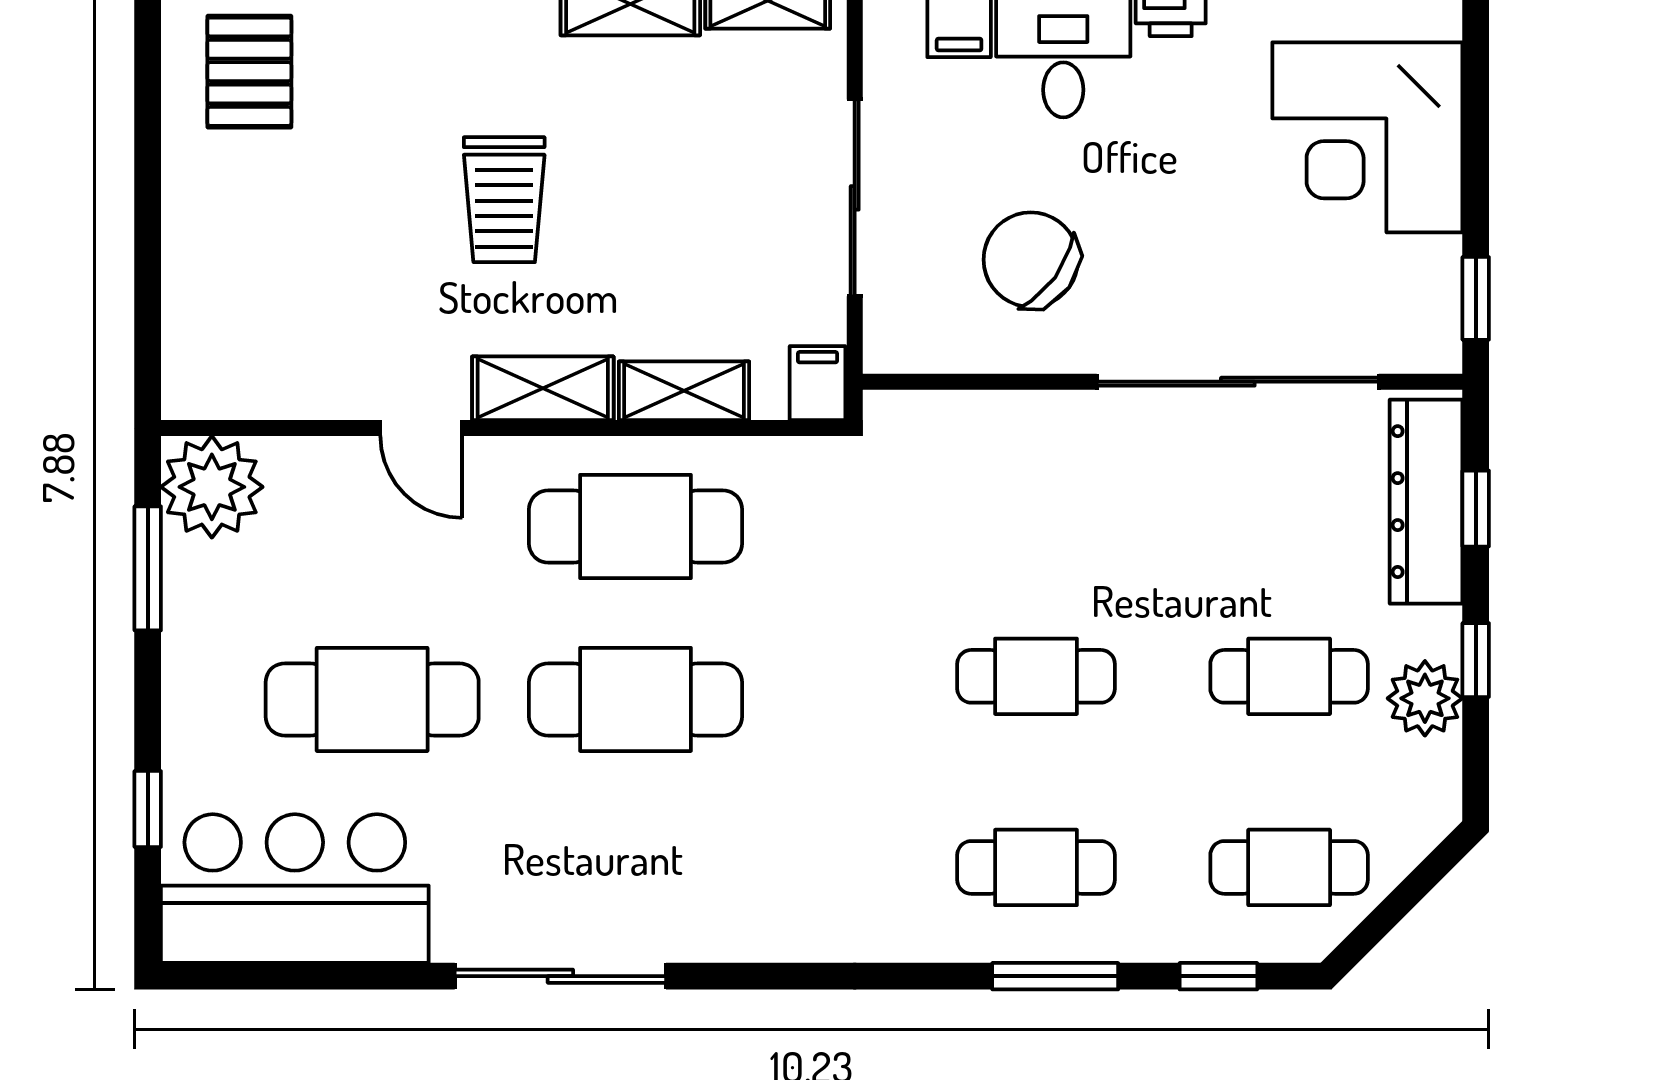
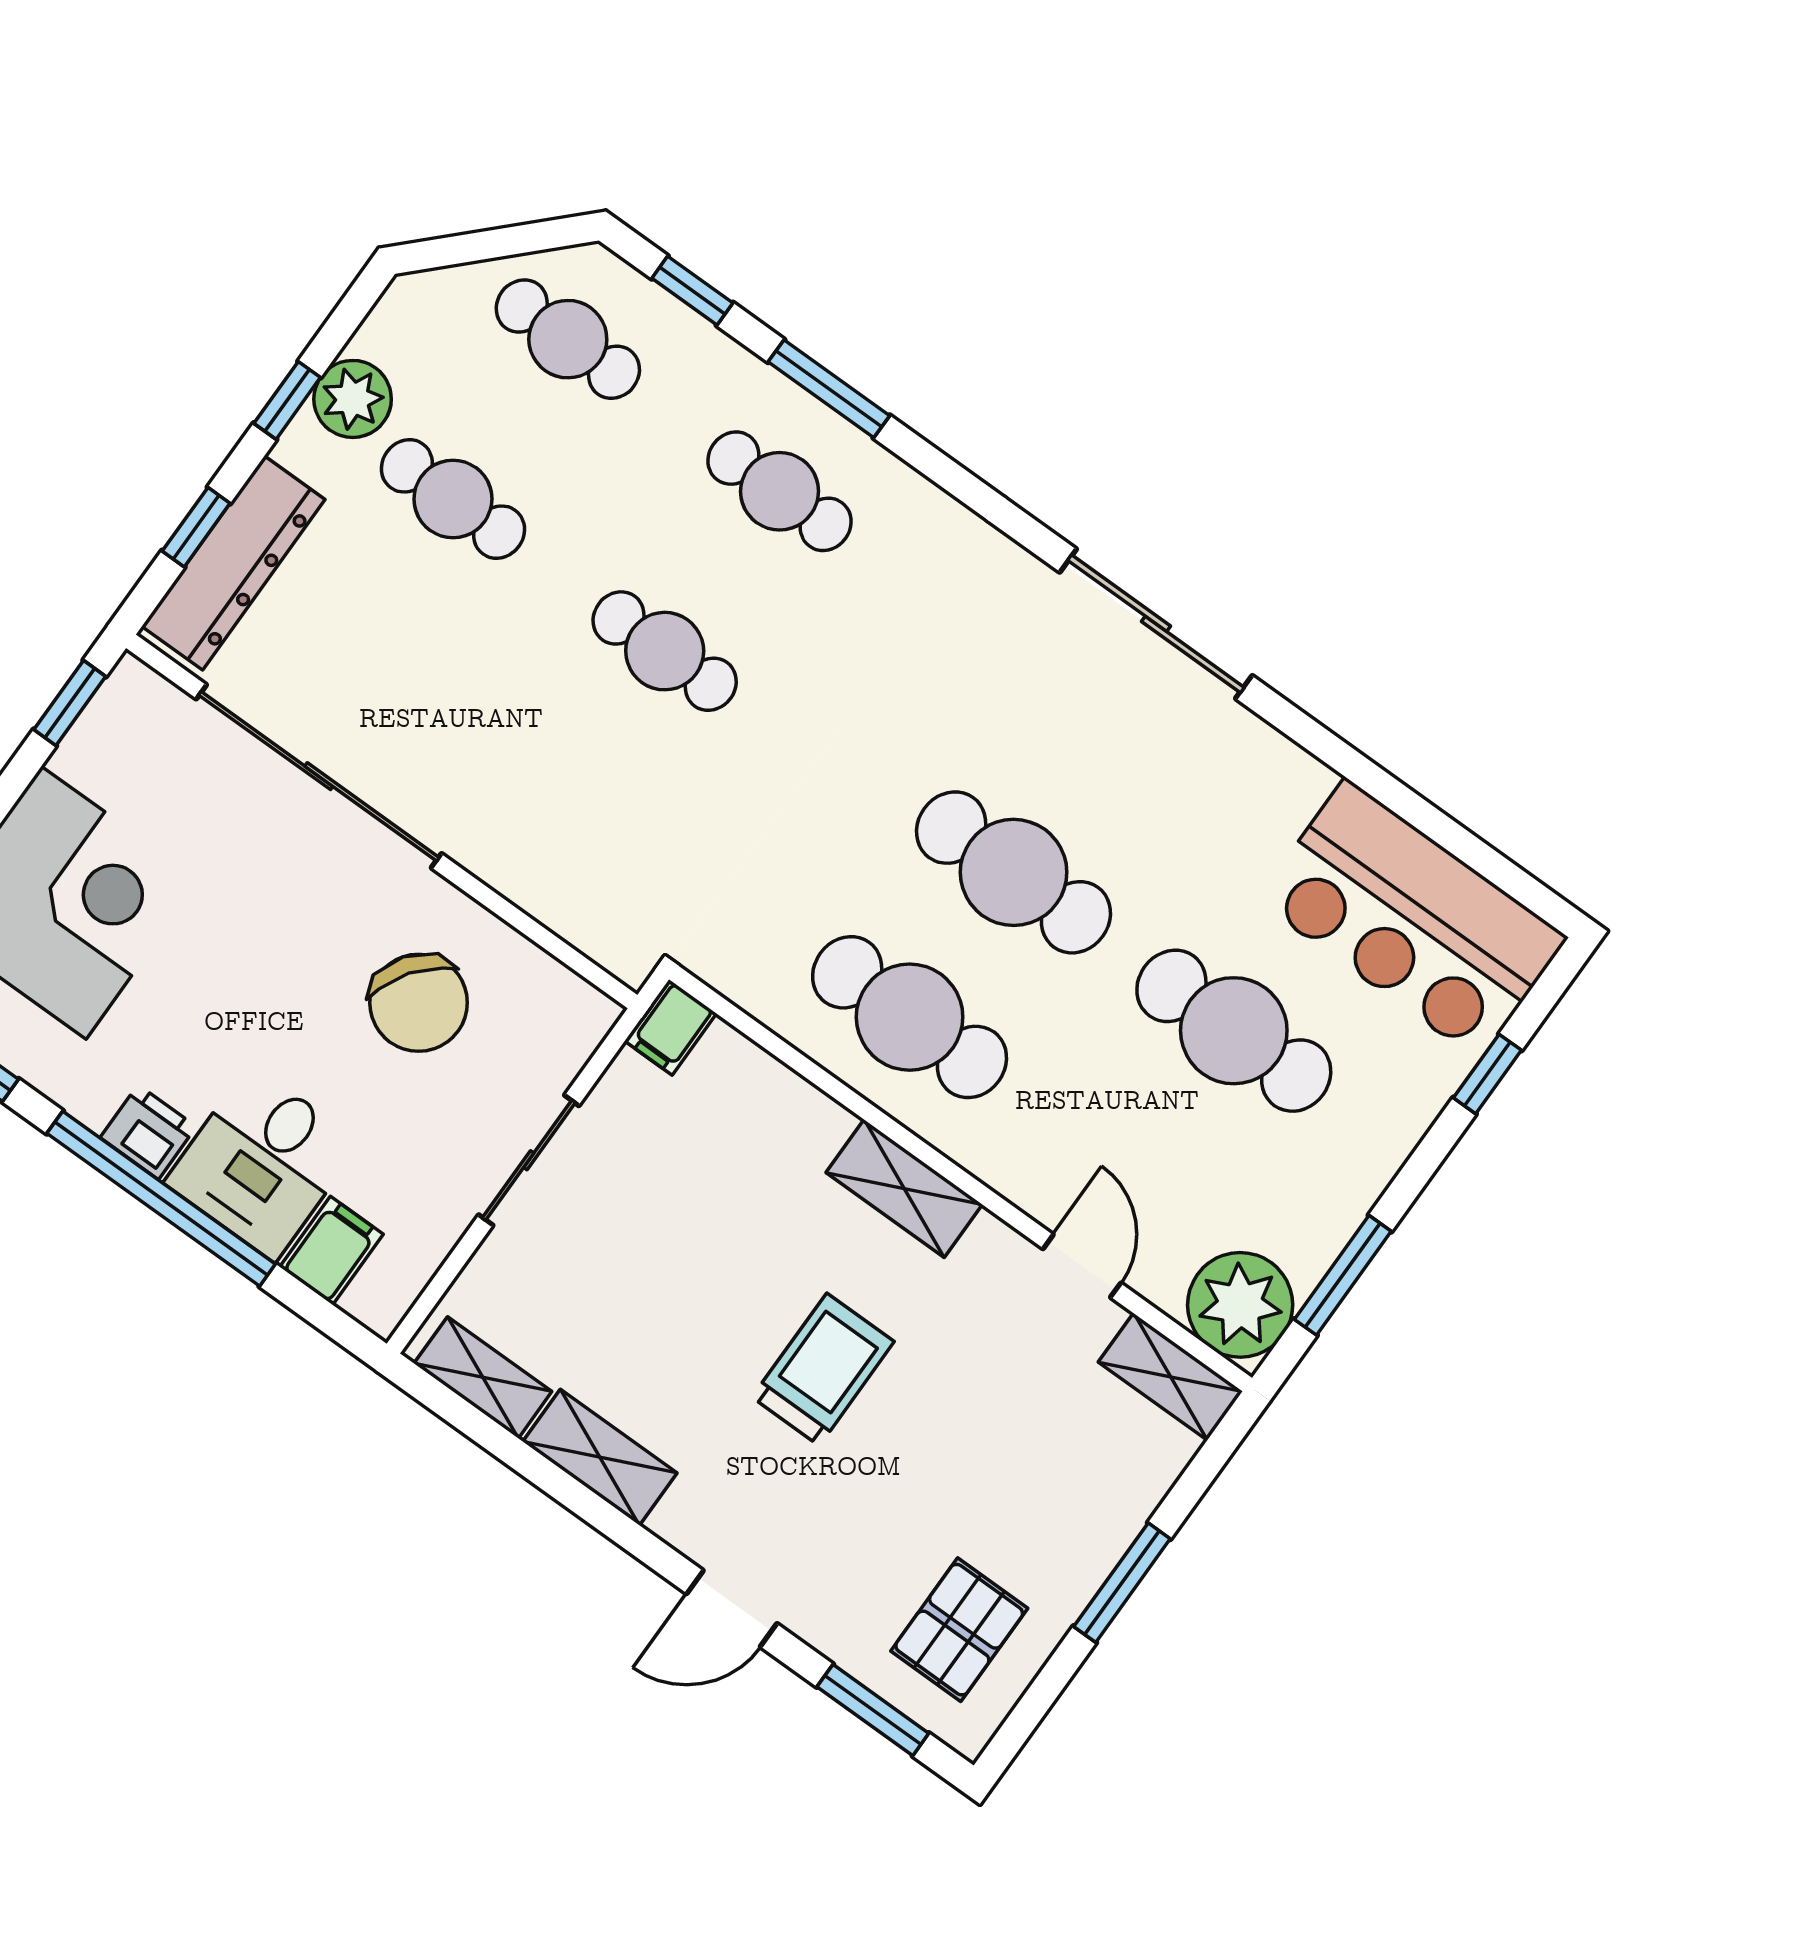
sliding door: (855, 198) -> (529, 1160), width x0.73
window: (148, 201) -> (1122, 1583), added
shelving: (684, 391) -> (1170, 1377), moved
door: (421, 428) -> (1082, 1266), moved
sliding door: (560, 976) -> (1156, 624), moved

